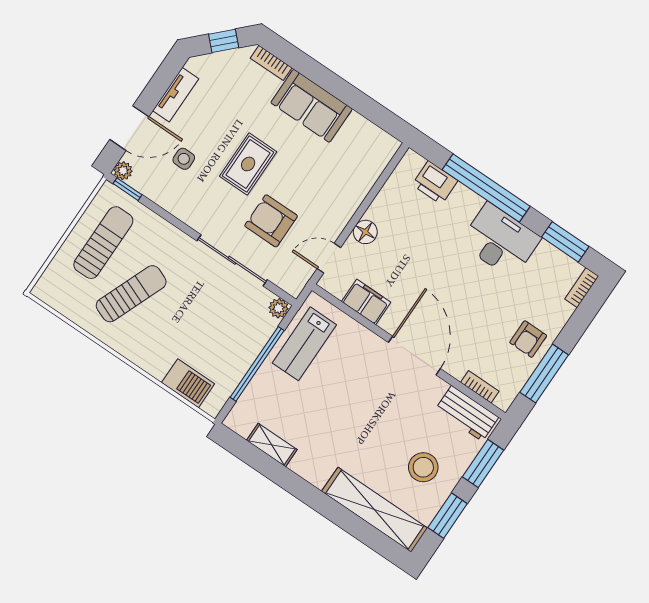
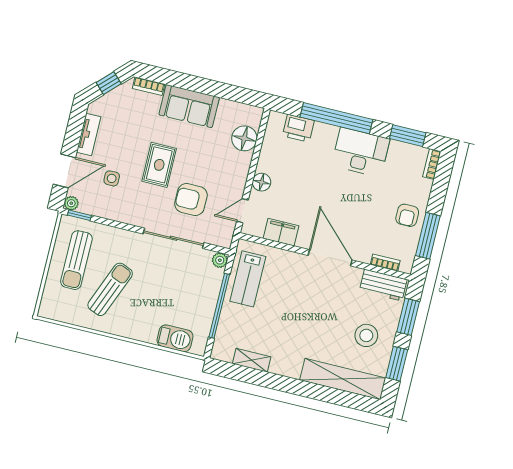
floor lamp: (364, 171) -> (244, 138), added
sun lounger: (103, 243) -> (76, 260), turned 180

